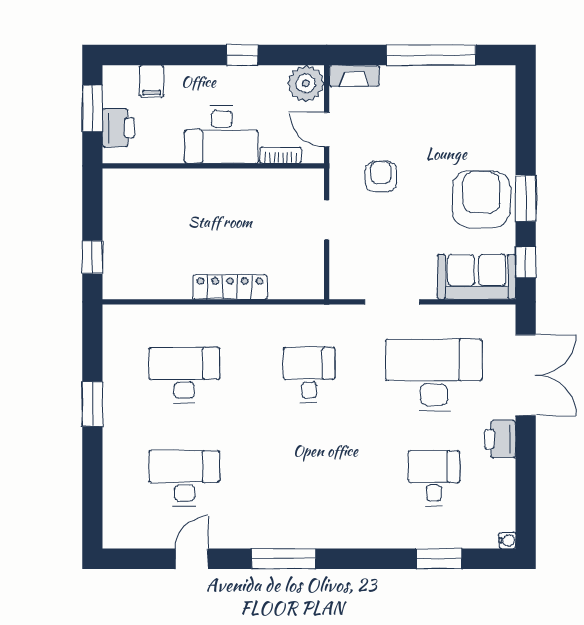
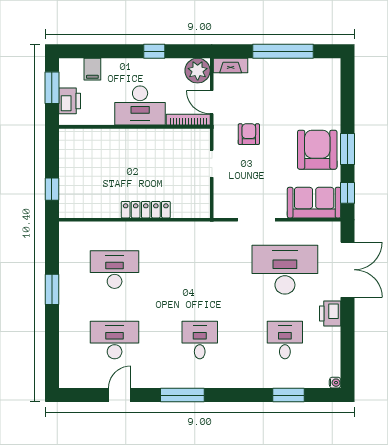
bookcase: (281, 155) -> (188, 120), width x1.56
desk: (309, 375) -> (200, 340), moved

